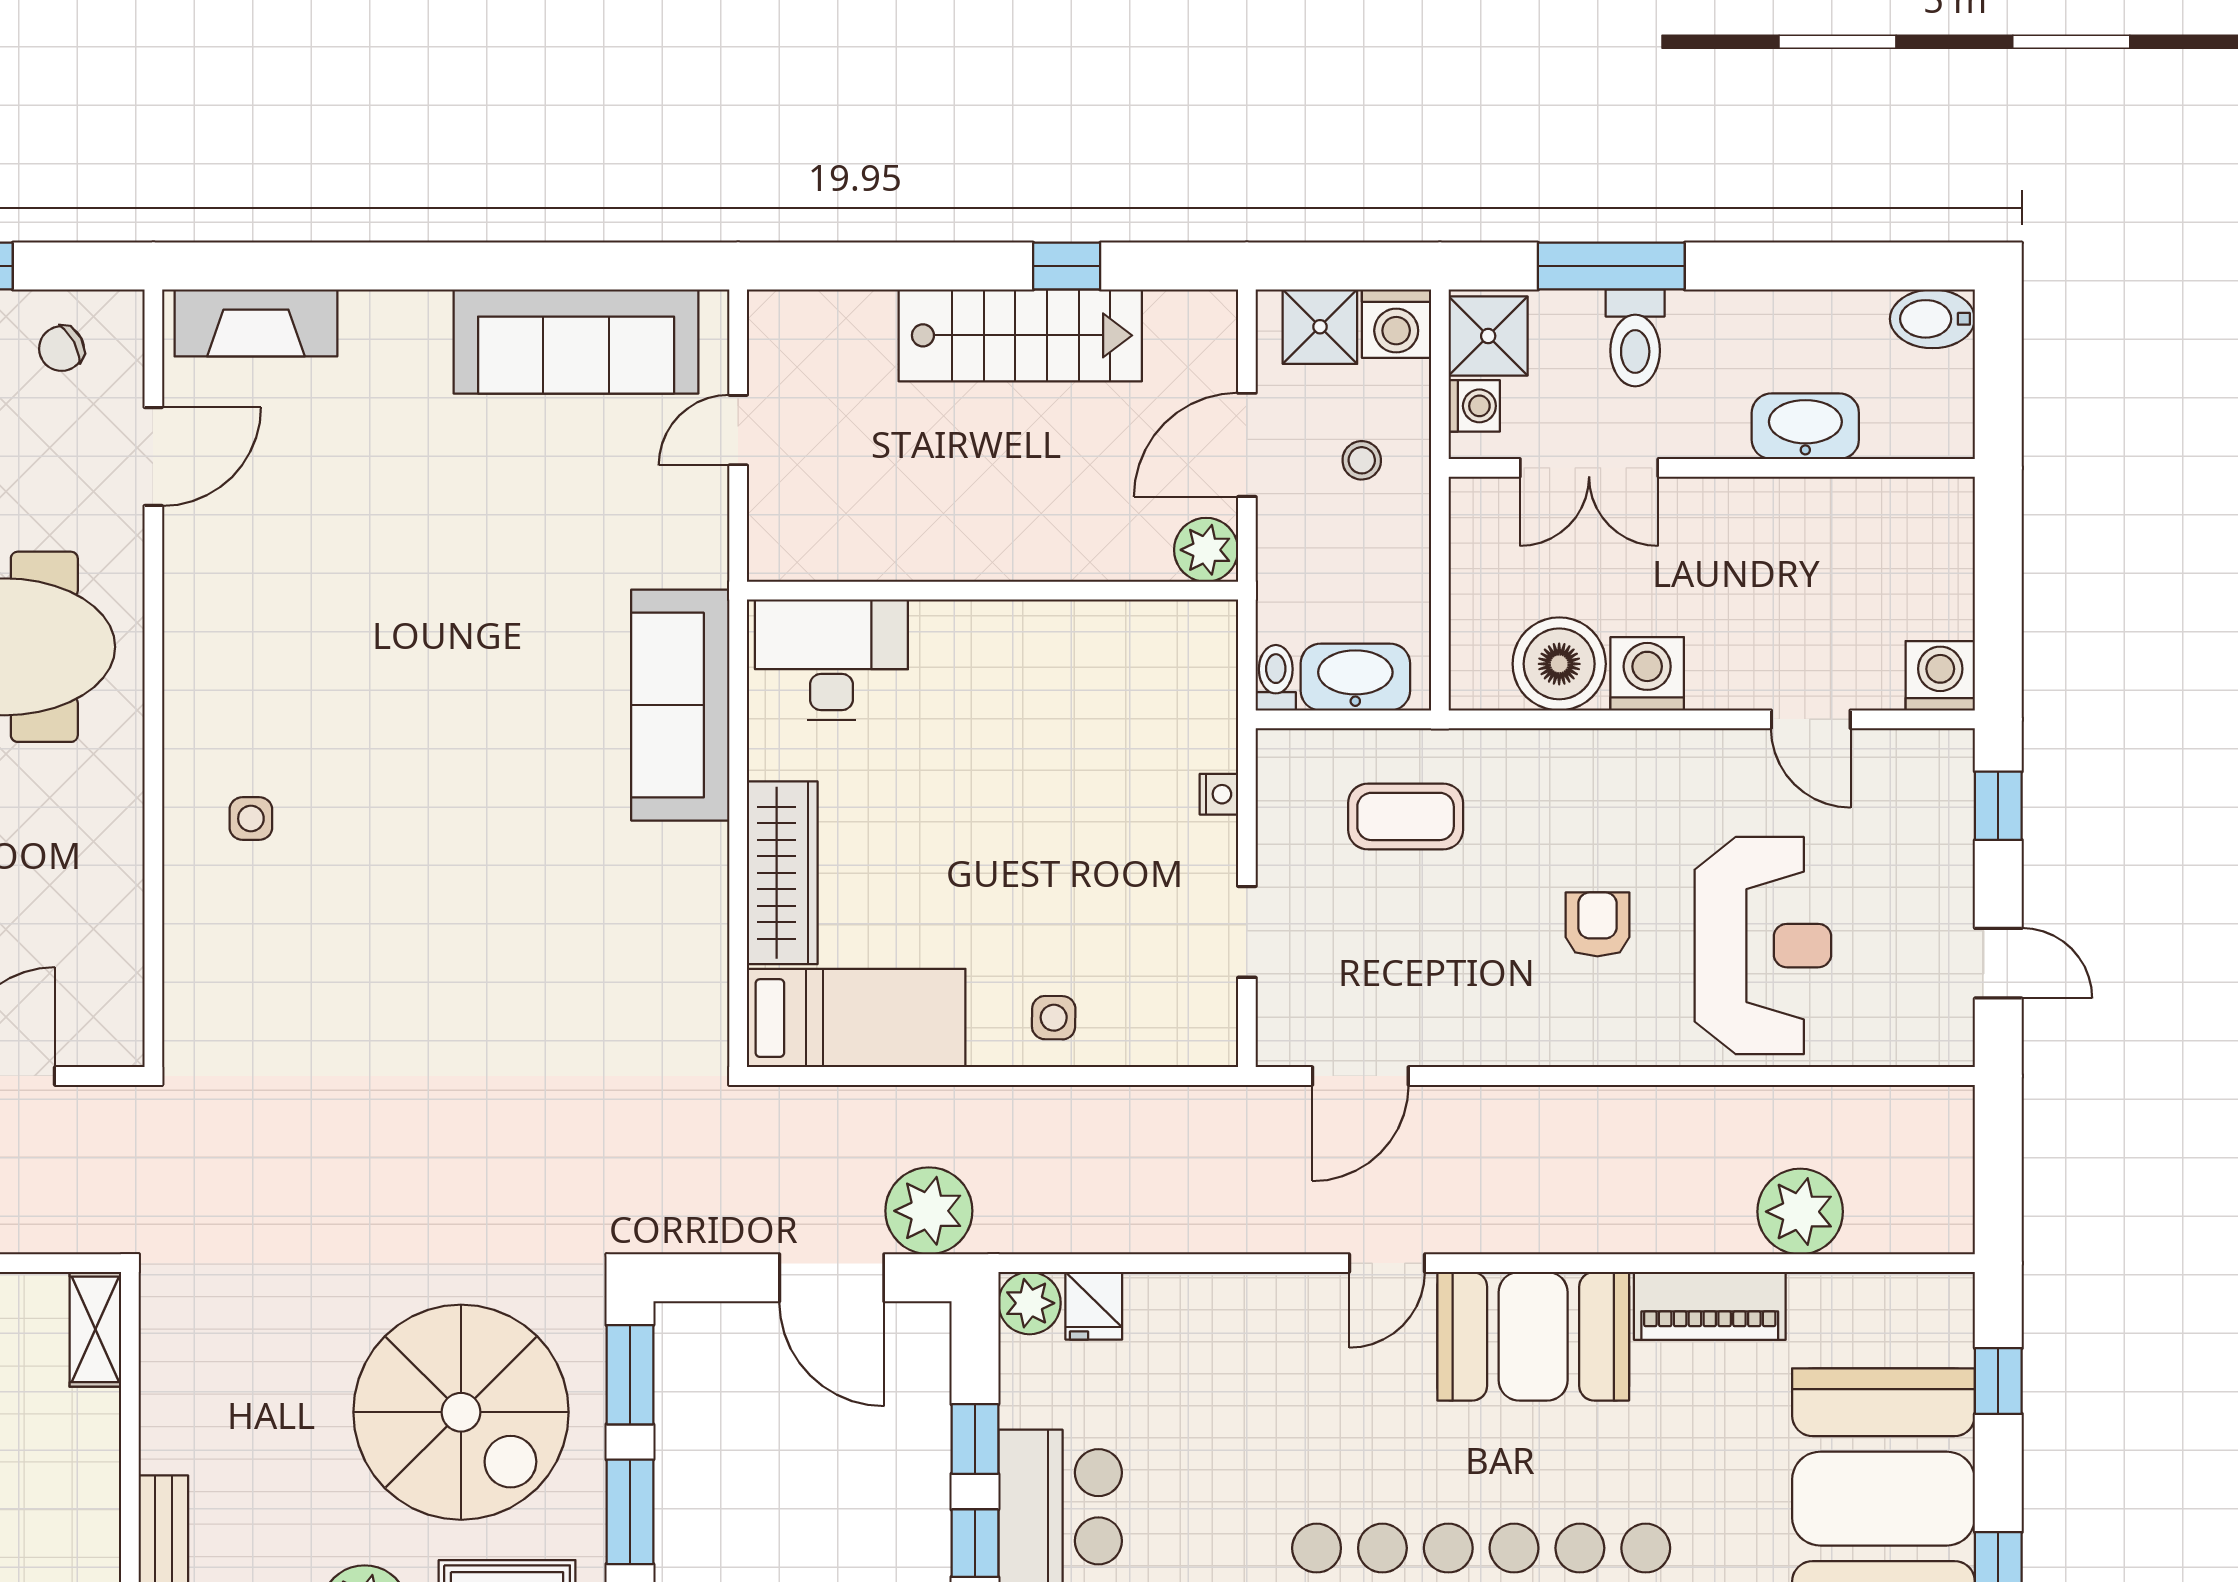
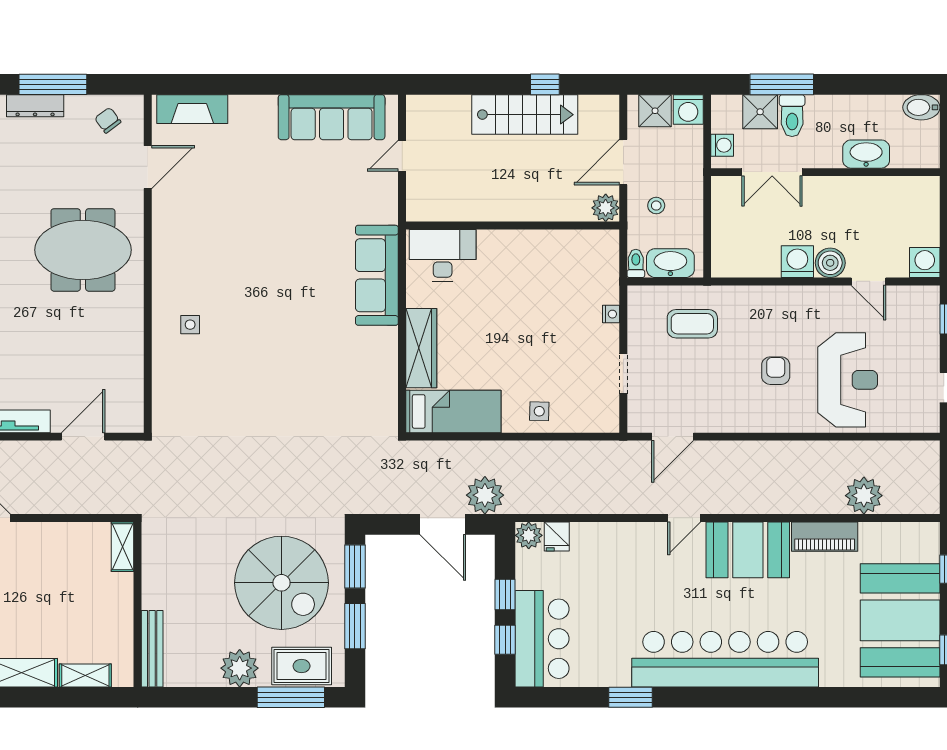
shower: (1488, 336) -> (760, 112), moved
chair: (61, 349) -> (108, 120), turned 81
stool: (1362, 460) -> (656, 206), moved
boiler: (1559, 664) -> (830, 263), moved, width x0.73, depth x0.73

